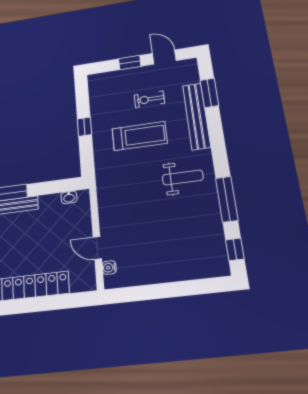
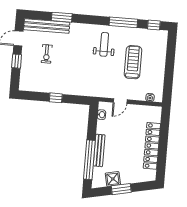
window: (209, 93) -> (62, 17), moved
bench: (196, 116) -> (47, 26), moved
treadmill: (140, 136) -> (133, 62), moved
door: (97, 248) -> (120, 101), moved

